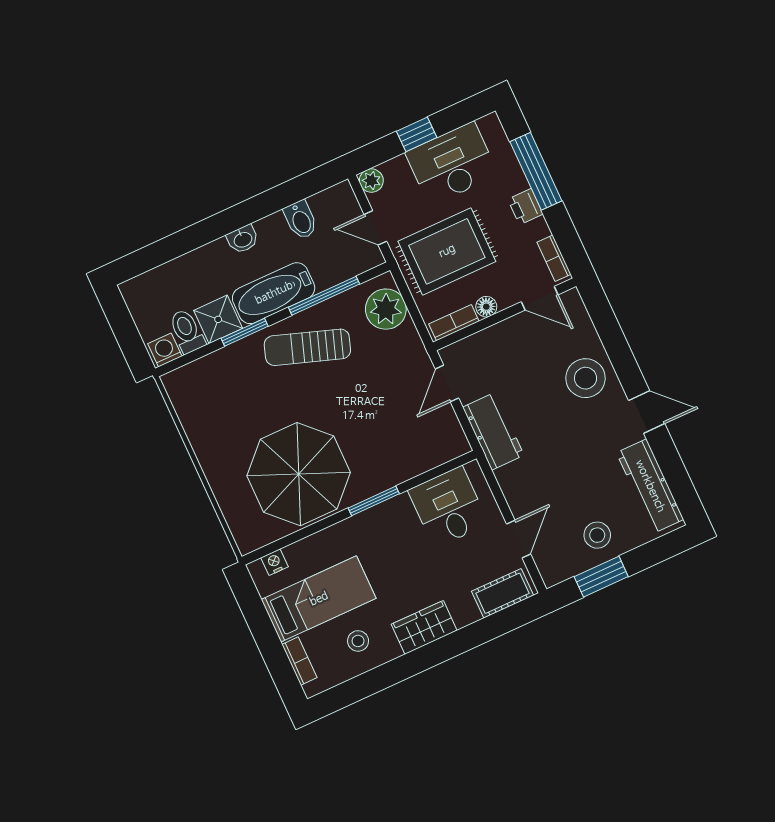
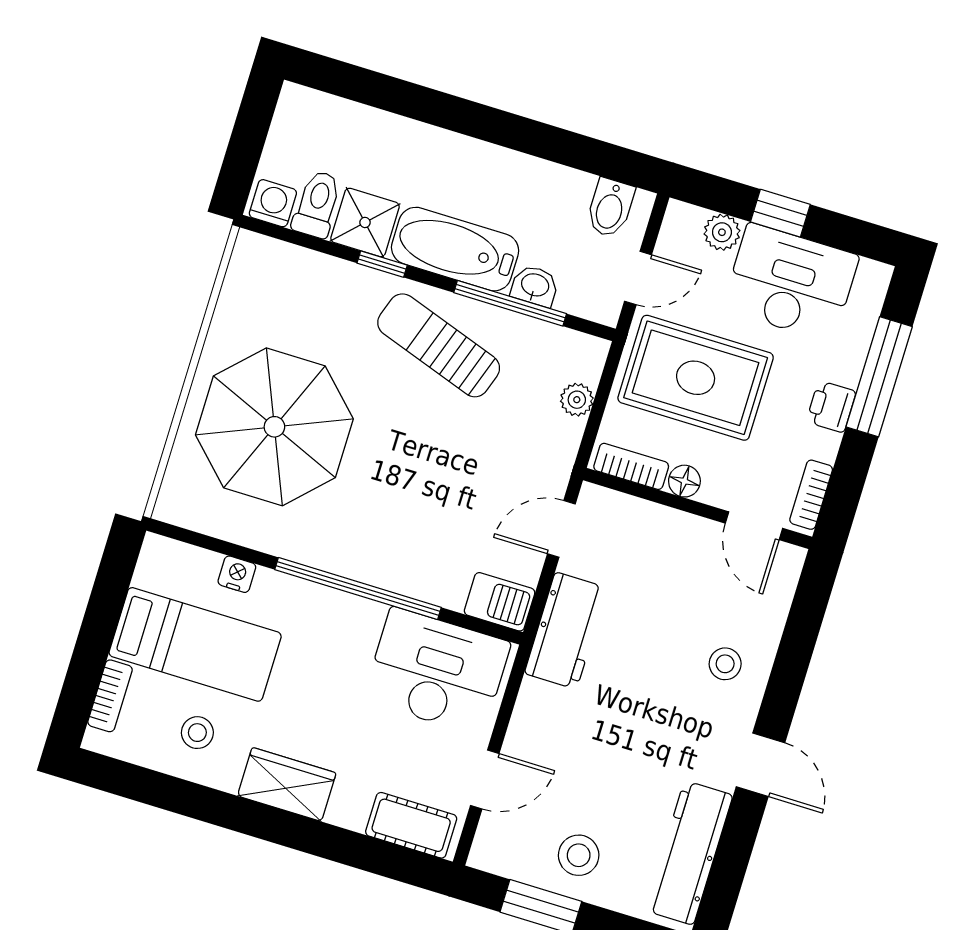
plant: (371, 181) -> (722, 232), moved
bidet: (301, 220) -> (610, 208), moved
door: (375, 228) -> (638, 278), swing flipped
washbasin: (243, 239) -> (535, 286), moved, turned 180
plant: (386, 309) -> (577, 400), width x0.53, depth x0.53
window: (245, 332) -> (382, 264), width x0.67
stool: (586, 378) -> (725, 664), width x0.53, depth x0.53
barbecue: (449, 446) -> (500, 602), added
parasol: (299, 474) -> (274, 427), moved
window: (374, 501) -> (358, 588), width x2.11
desk: (448, 507) -> (437, 671), width x1.37
nightstand: (274, 562) -> (237, 574), moved

